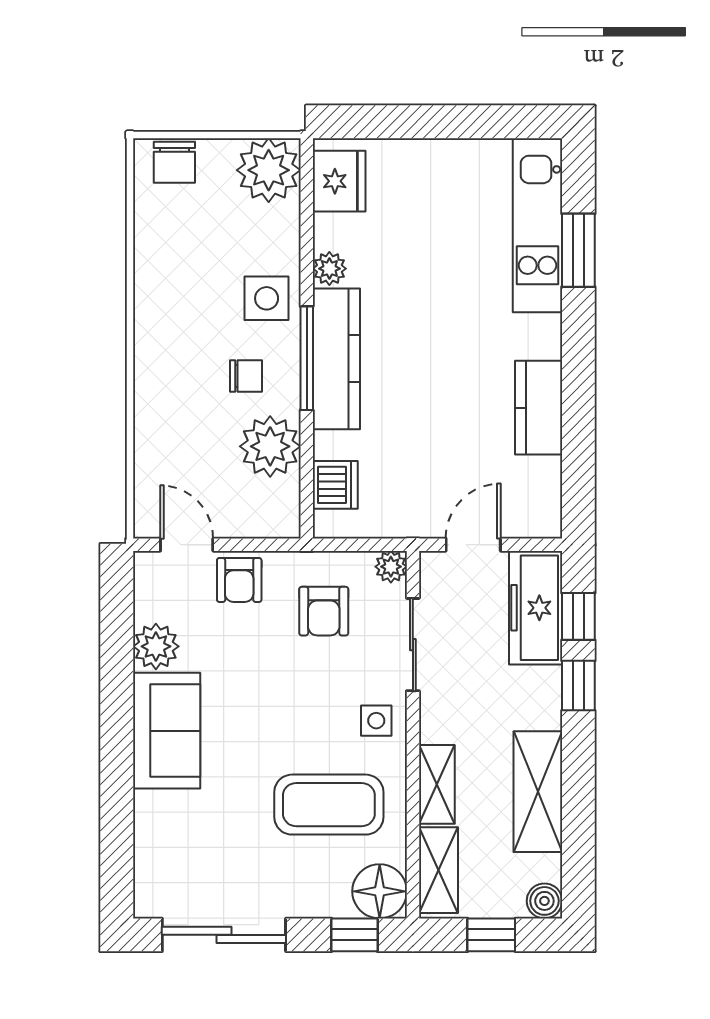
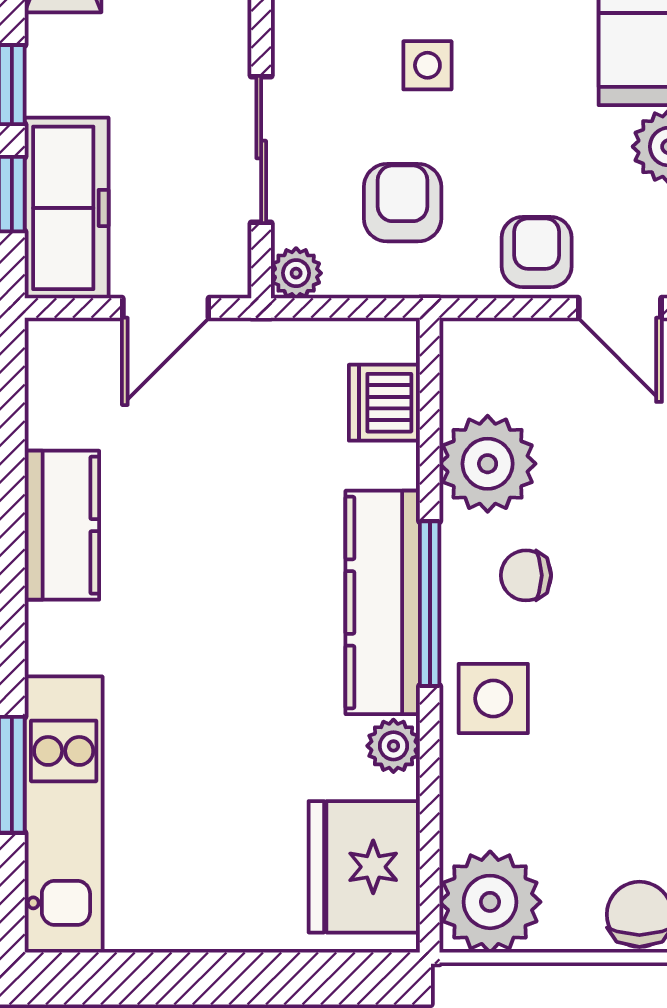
fridge: (339, 181) -> (364, 867), width x1.36, depth x1.34
side table: (376, 721) -> (427, 65), moved

